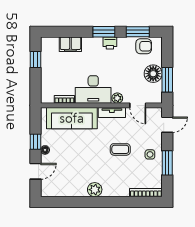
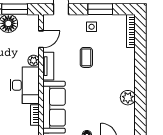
plant: (95, 190) -> (128, 98), moved

